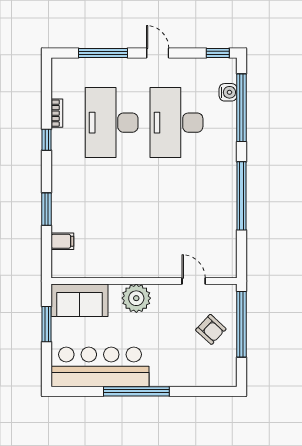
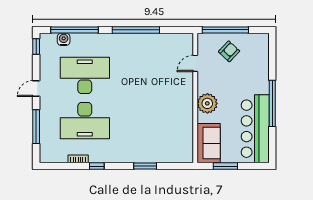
desk: (176, 123) -> (85, 75), turned 180
filing cabinet: (62, 241) -> (168, 155), removed

